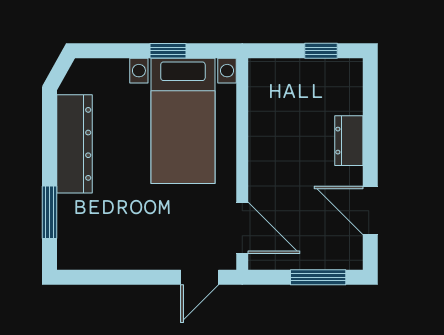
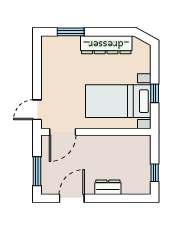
door: (200, 277) -> (37, 110), hinge flipped

